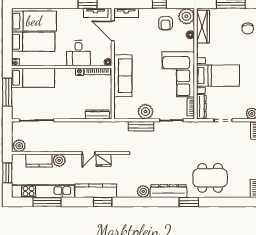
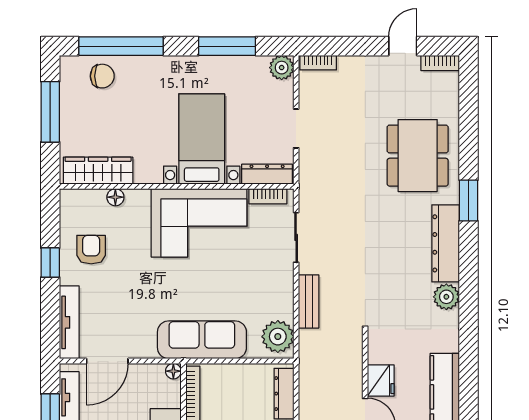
tv unit: (126, 13) -> (69, 322), width x1.41
plant: (186, 16) -> (76, 206), removed
armchair: (166, 23) -> (91, 250), turned -90
plant: (146, 112) -> (278, 337), moved
window: (103, 202) -> (469, 382), removed

